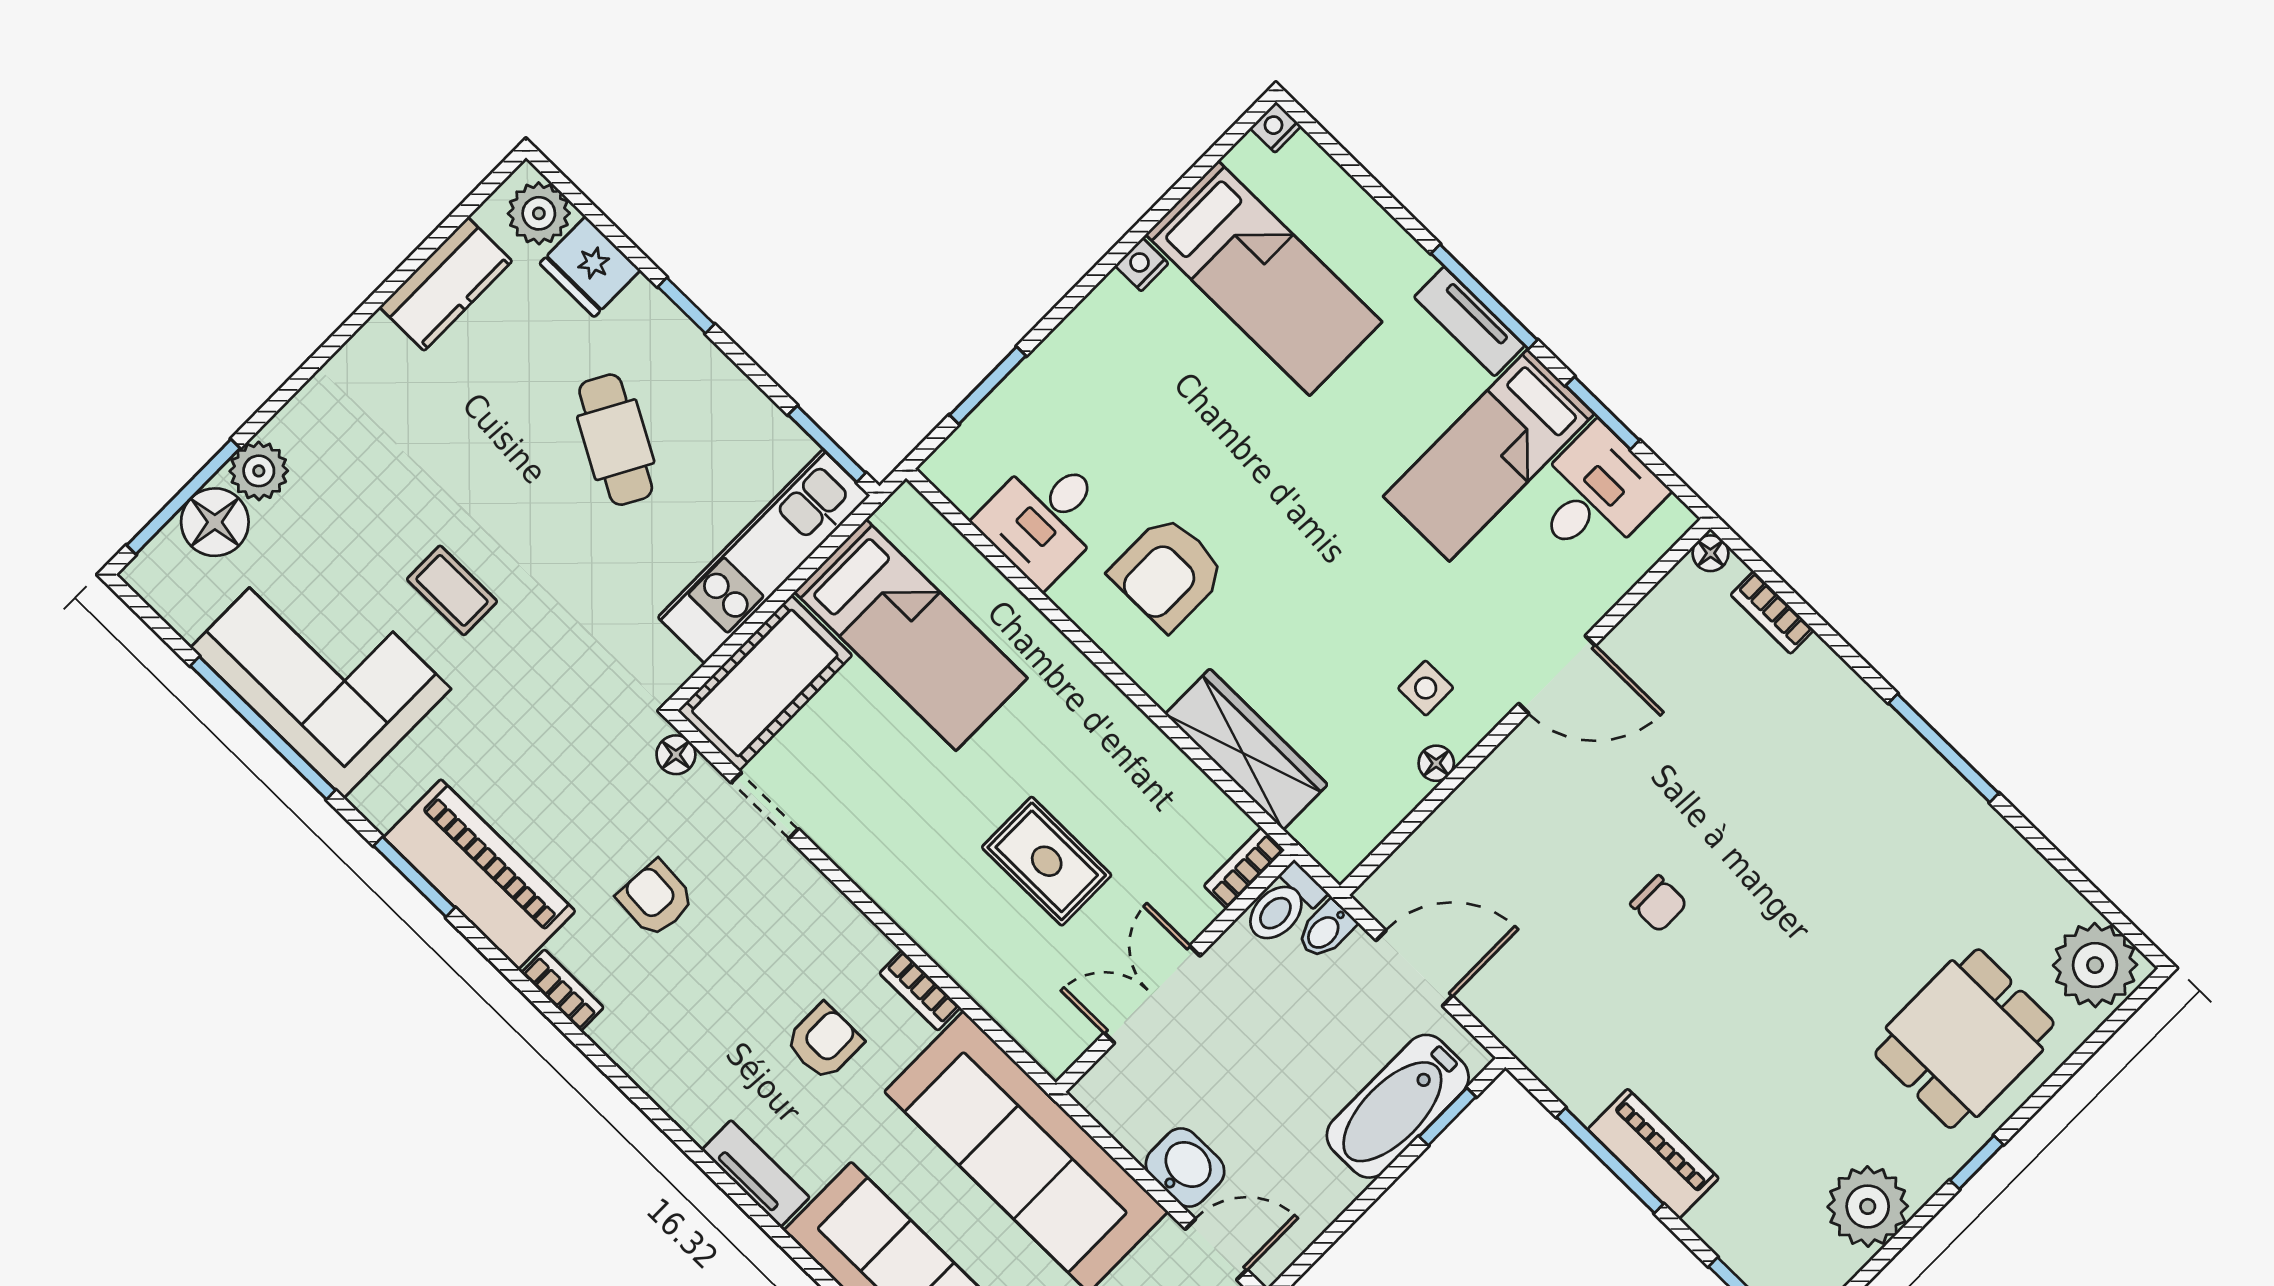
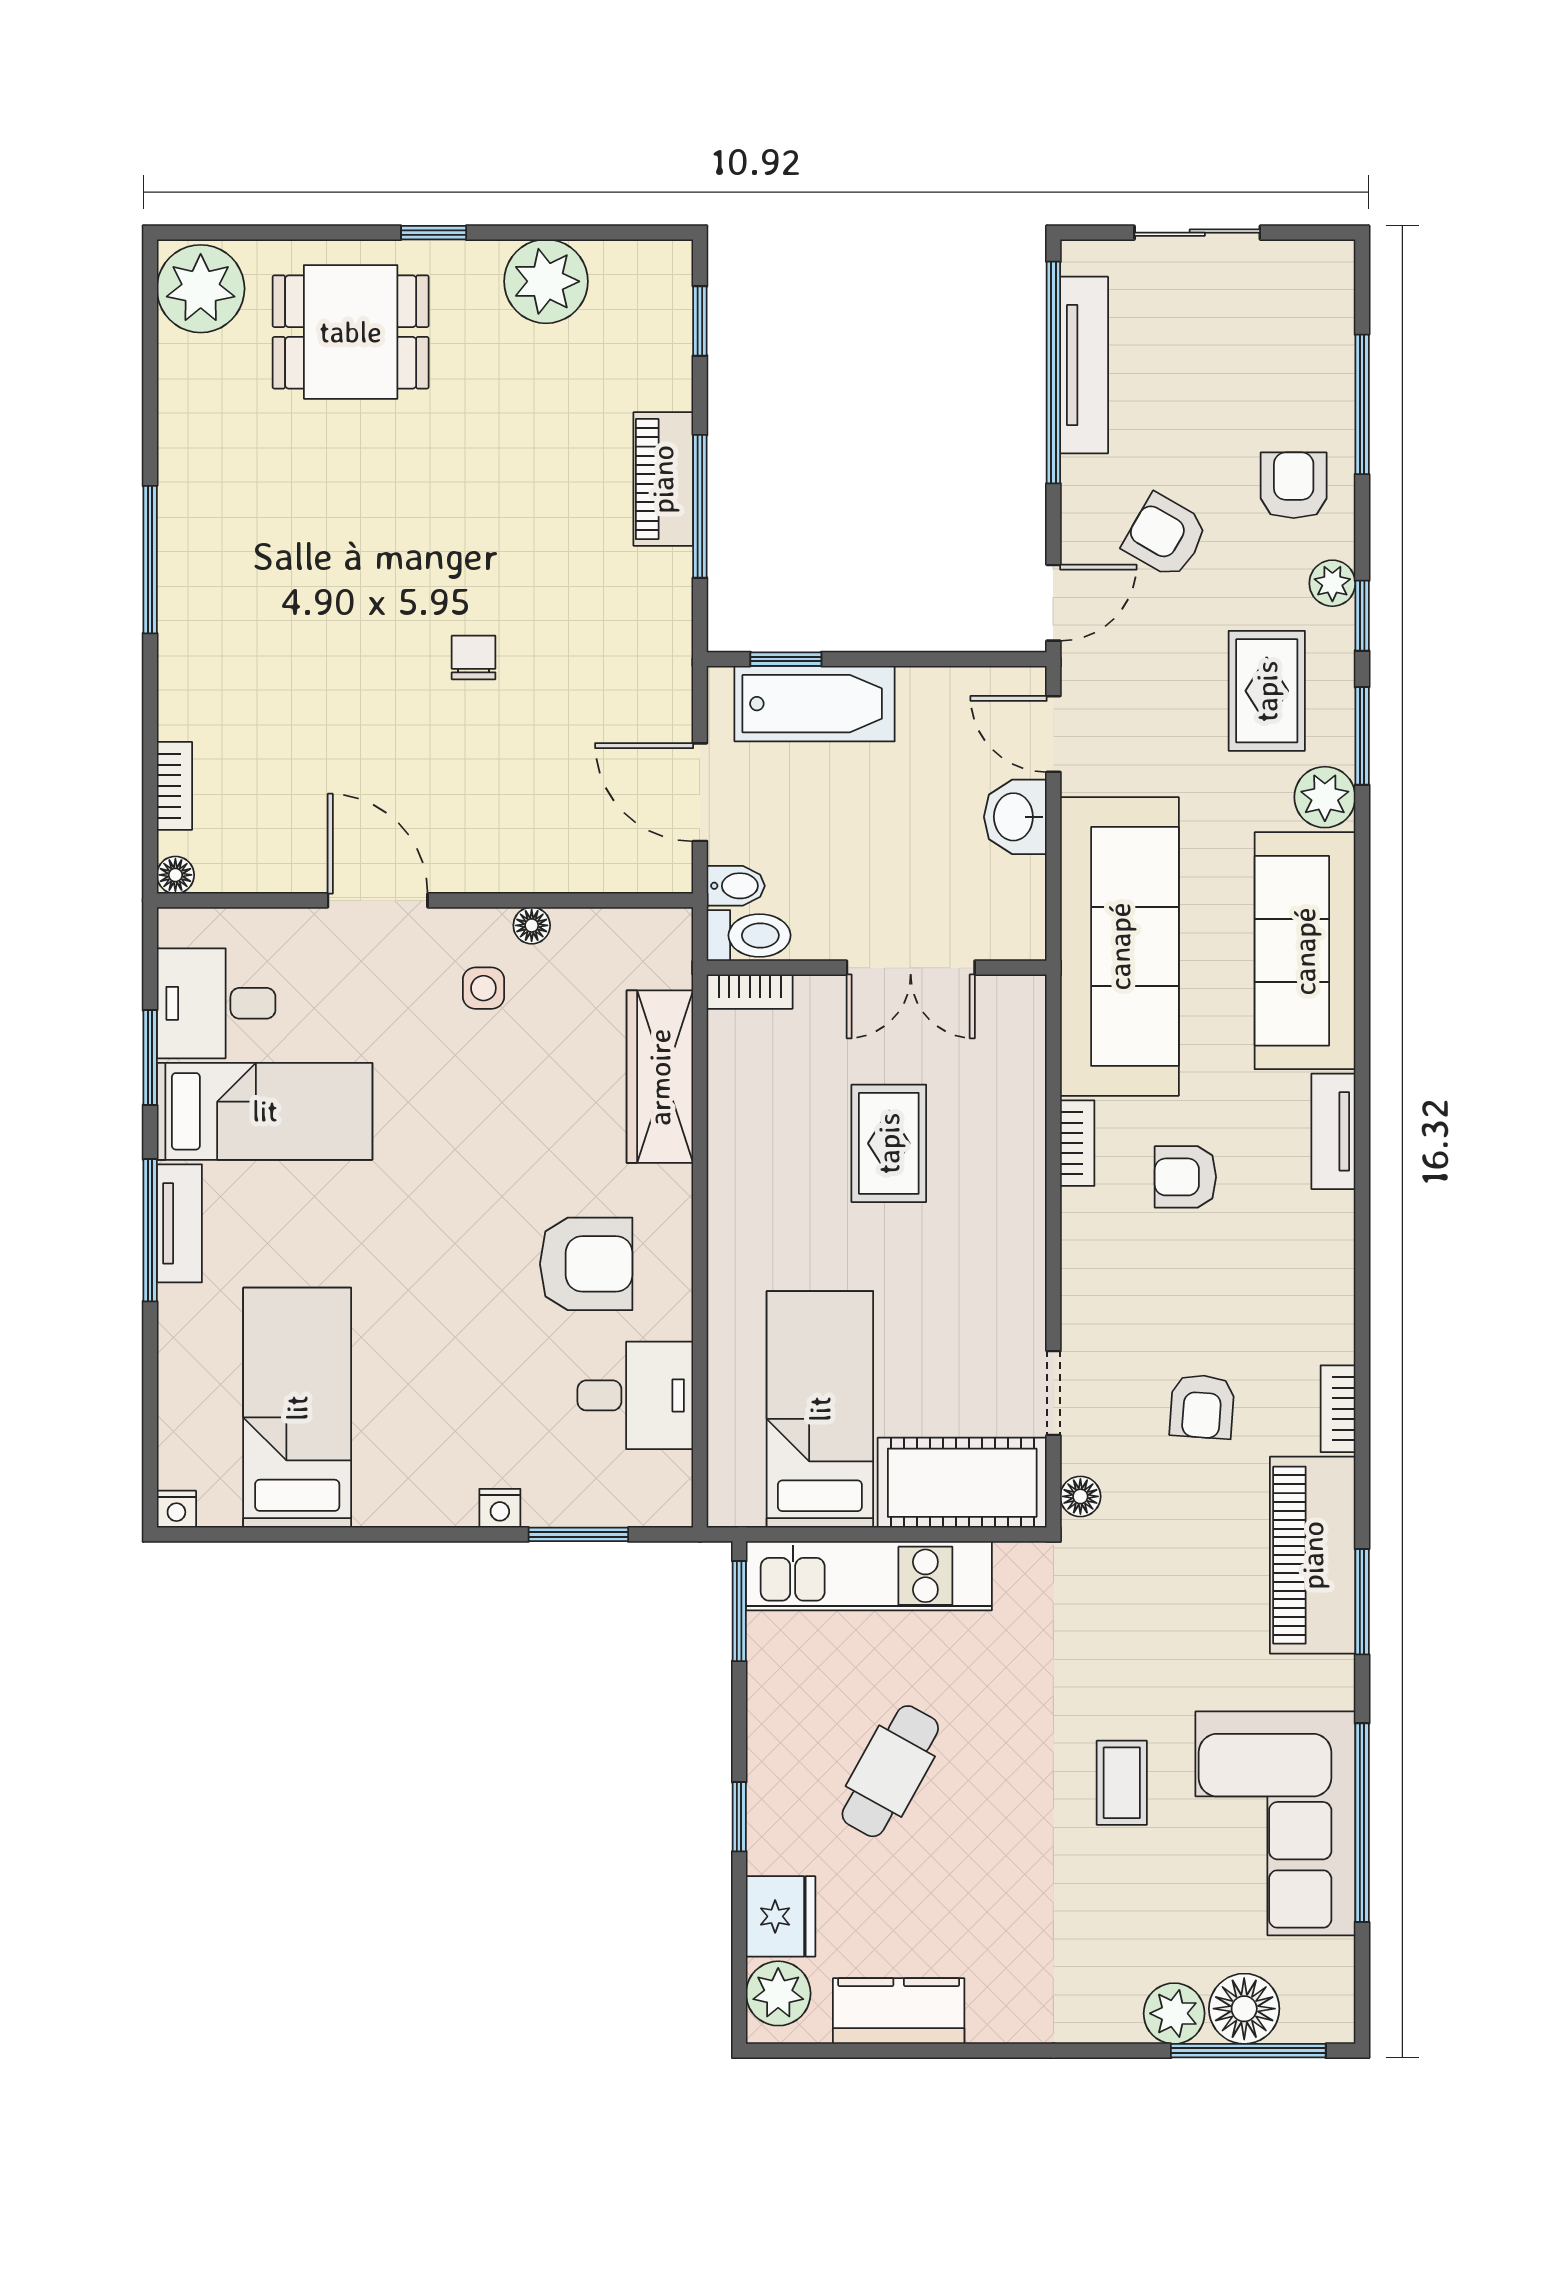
nightstand: (1142, 265) -> (500, 1508), moved

